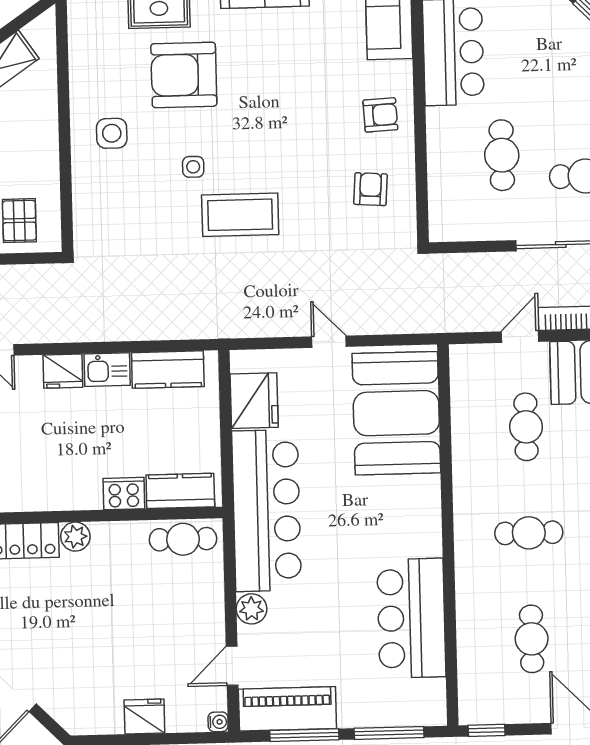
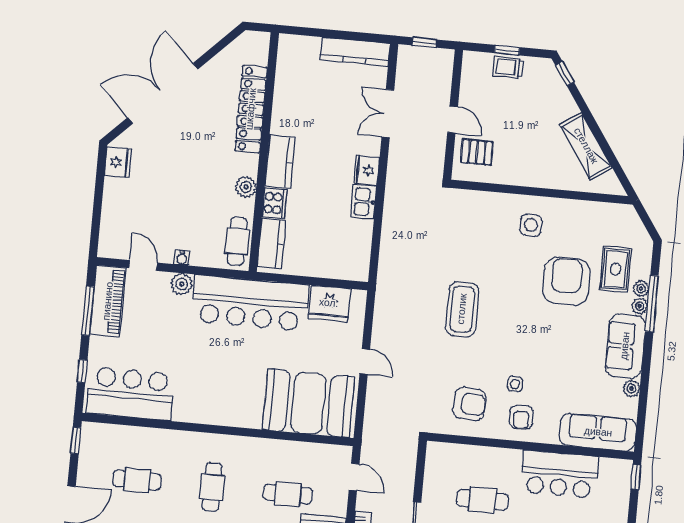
side table: (193, 167) -> (515, 384), moved
armchair: (370, 189) -> (469, 404), width x1.38, depth x1.38
door: (520, 337) -> (354, 477), moved
door: (329, 342) -> (365, 361), hinge flipped
kitchen counter: (168, 370) -> (280, 162), moved, turned 180
plant: (75, 537) -> (246, 187), moved
bar counter: (411, 618) -> (131, 394), moved
fridge: (144, 717) -> (118, 162), moved
water cooler: (218, 722) -> (182, 258), moved
window: (389, 733) -> (82, 371), width x0.46

